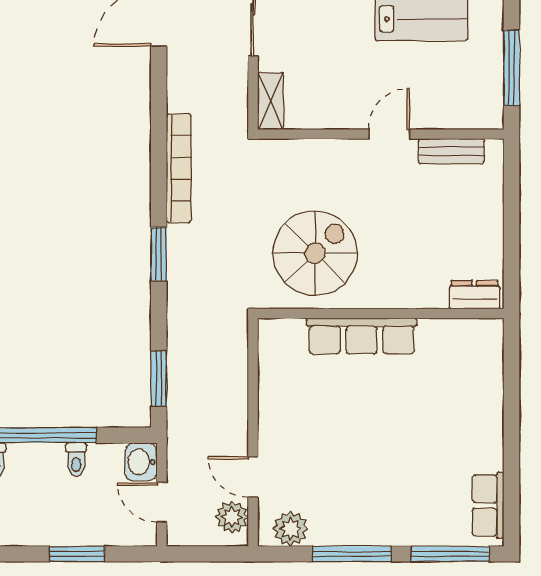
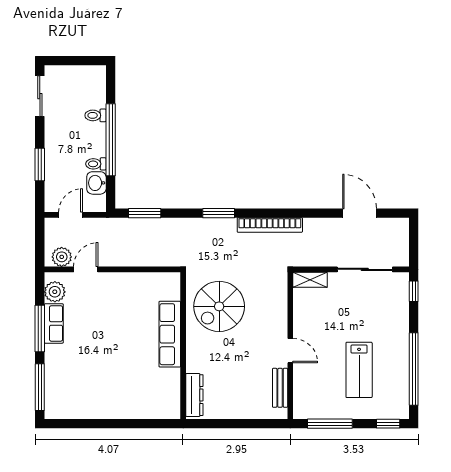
spiral stairs: (315, 253) -> (219, 306), turned 90
dresser: (475, 295) -> (194, 395), width x1.44
washbasin: (141, 462) -> (96, 183), moved, turned -90
row of seats: (488, 505) -> (54, 323), moved, turned 90

